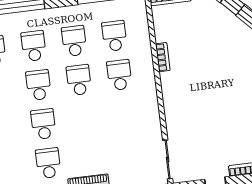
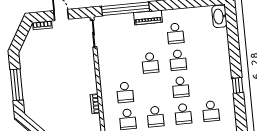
school desk: (79, 80) -> (150, 63), moved

